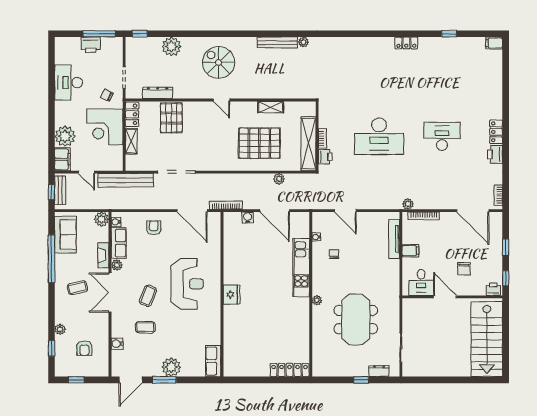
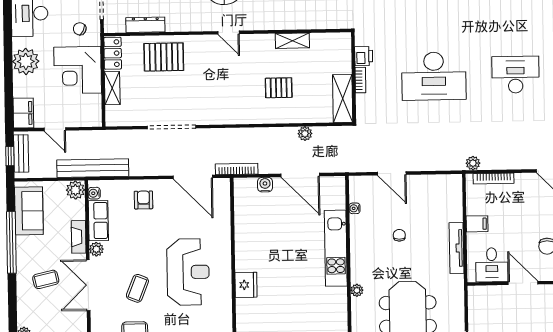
pallet: (171, 118) -> (164, 57), turned 90
plant: (65, 136) -> (26, 61), moved
pallet: (259, 143) -> (279, 88), width x0.49, depth x0.50
shelving: (309, 144) -> (343, 98), width x0.68
printer: (325, 157) -> (364, 56), moved
bench: (126, 180) -> (93, 168), moved
tv unit: (394, 239) -> (457, 248), moved
chair: (334, 254) -> (399, 235), moved

